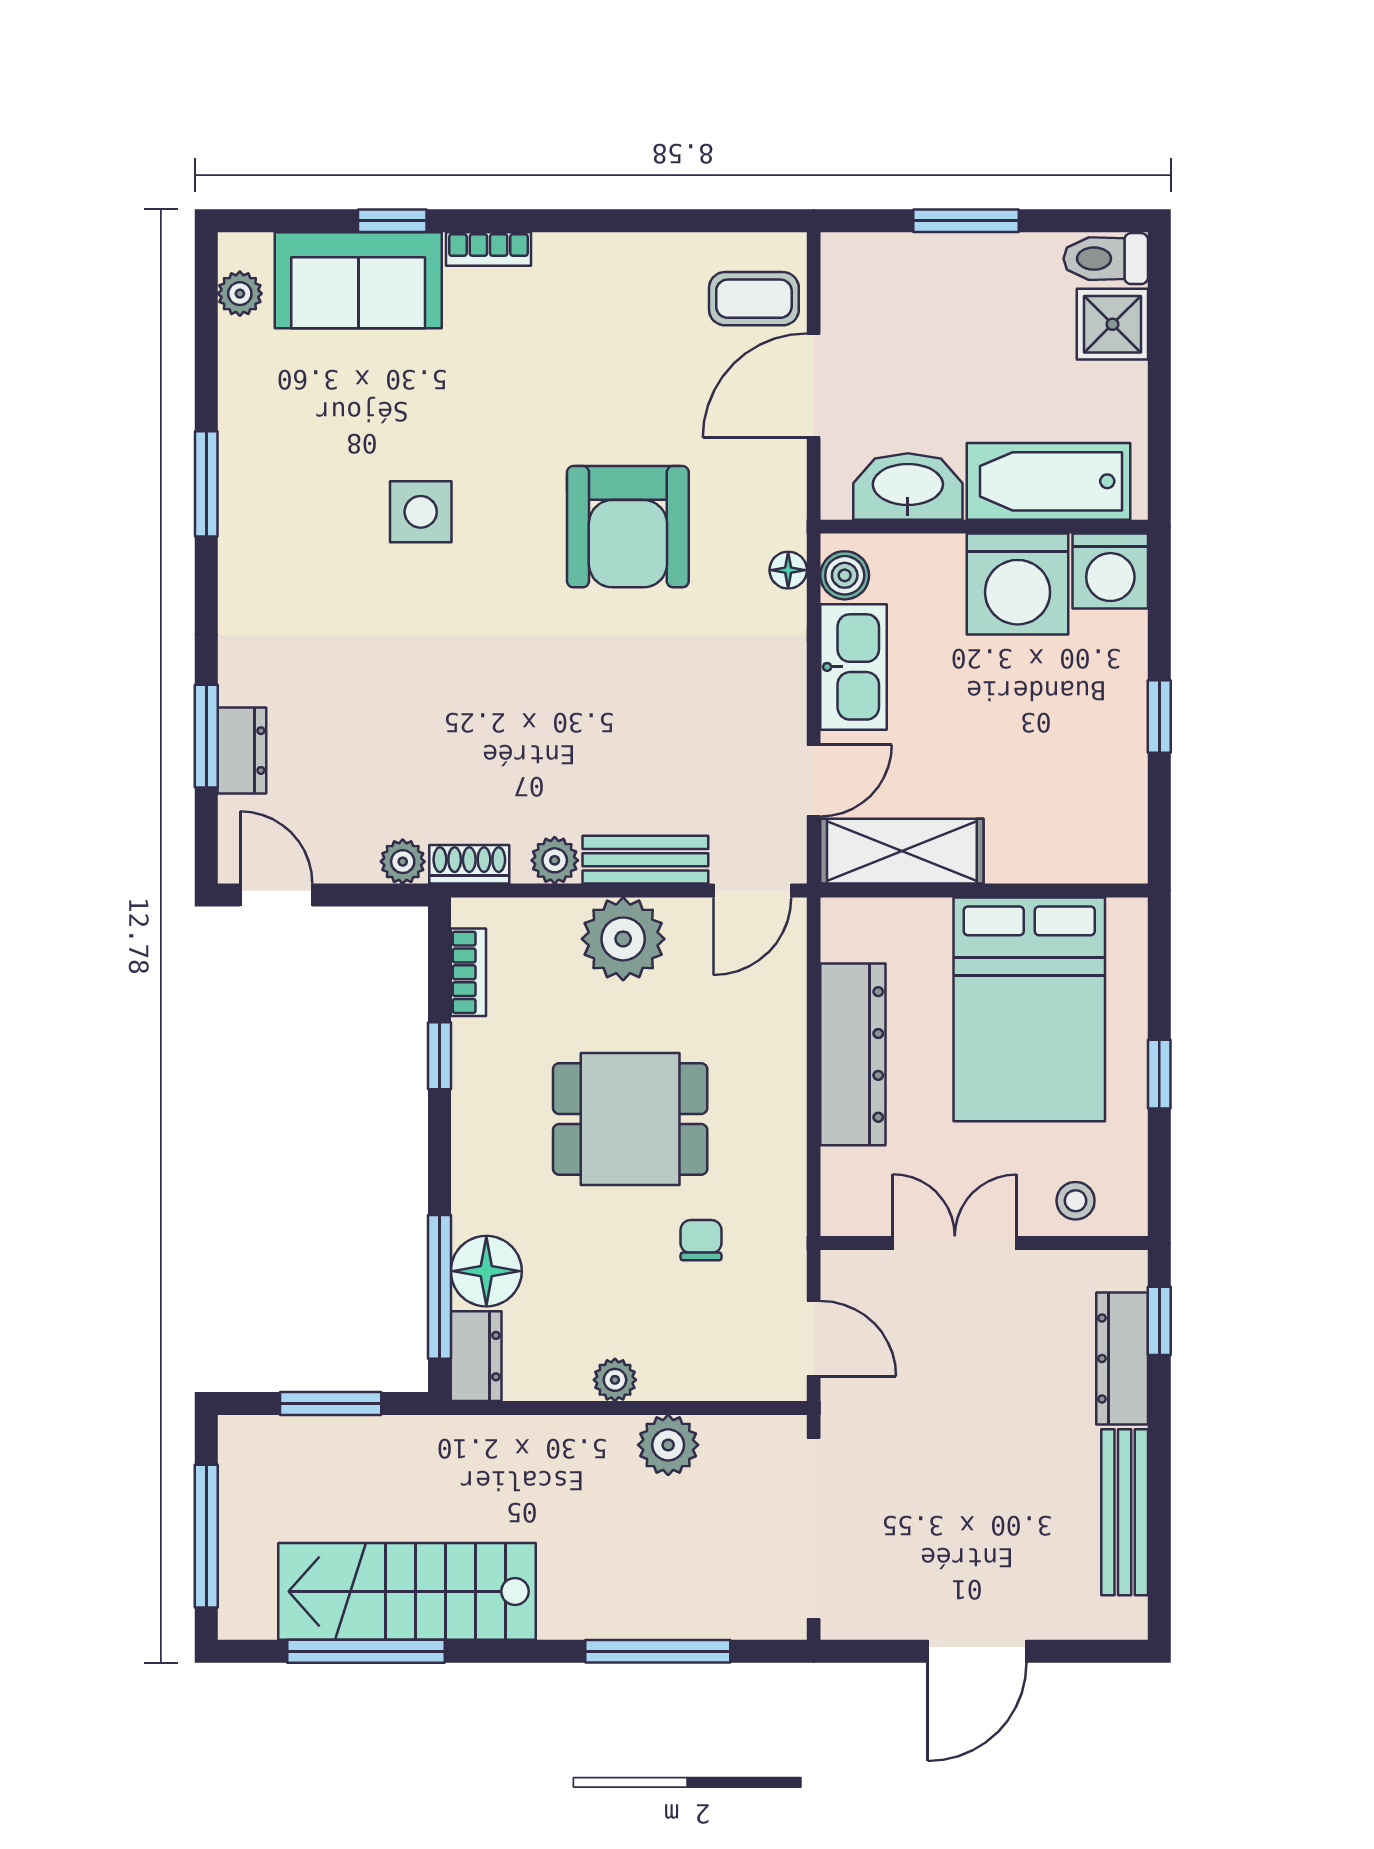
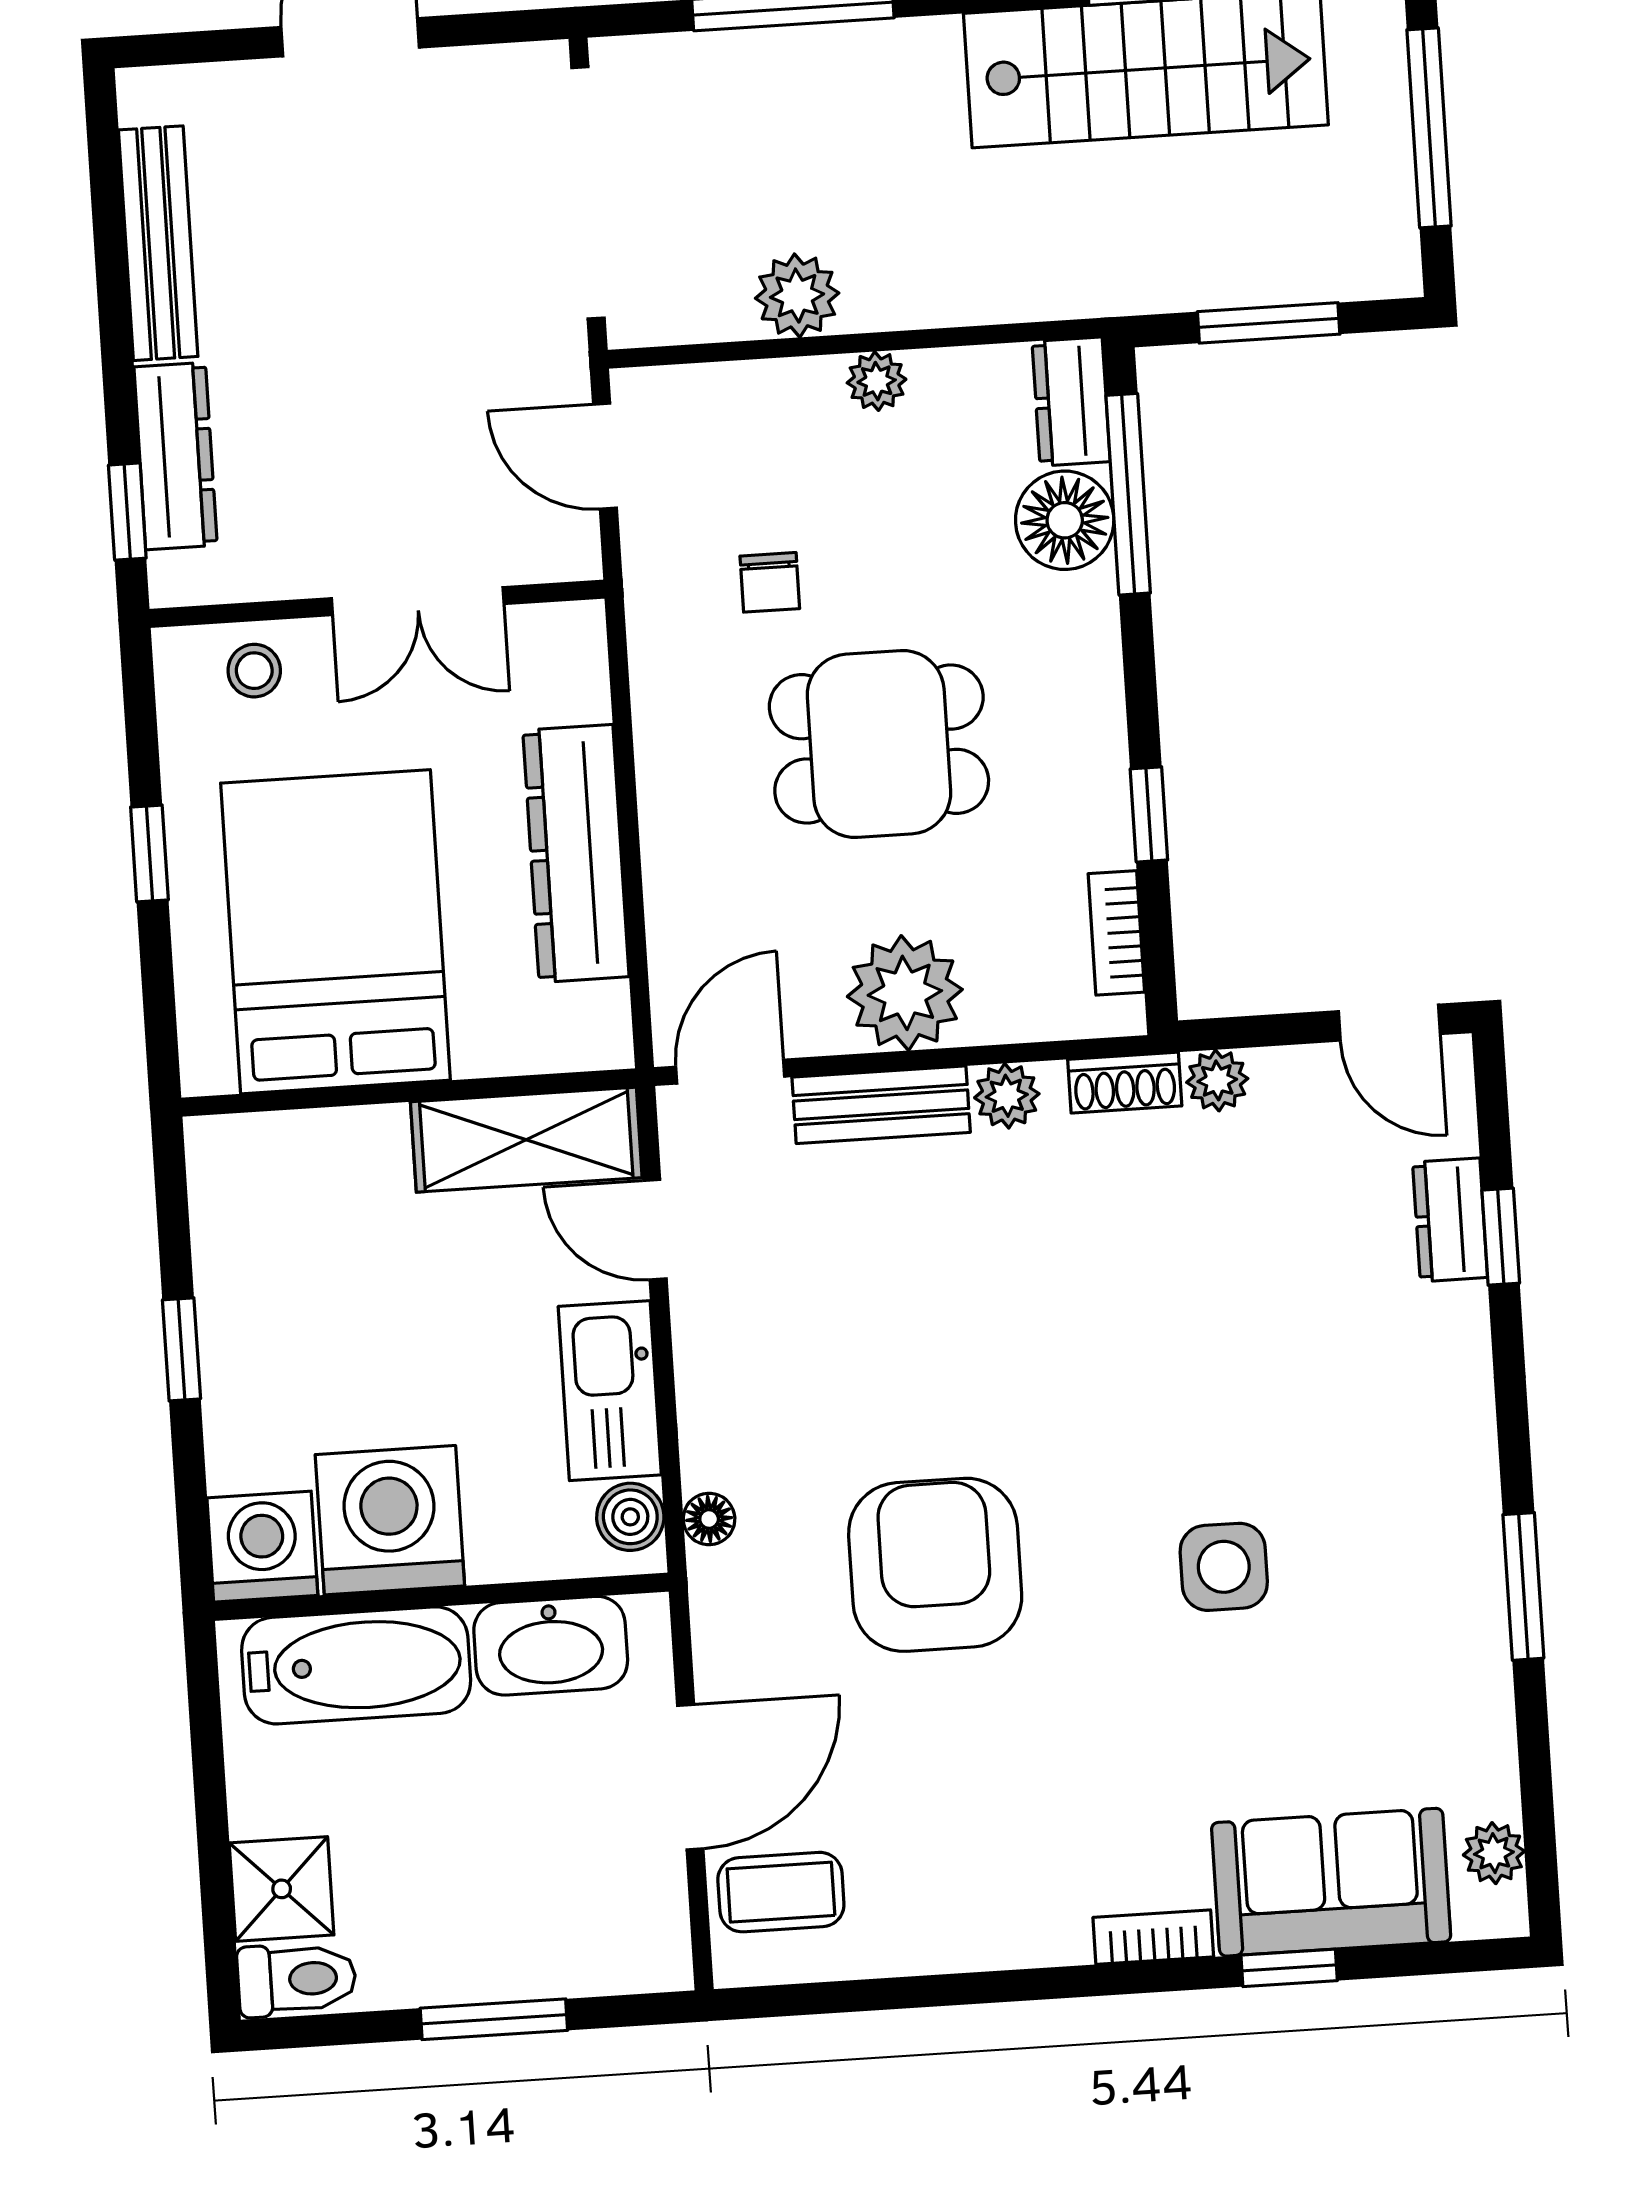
window: (206, 736) -> (1501, 1237), width x0.67
door: (814, 781) -> (655, 1230), hinge flipped

